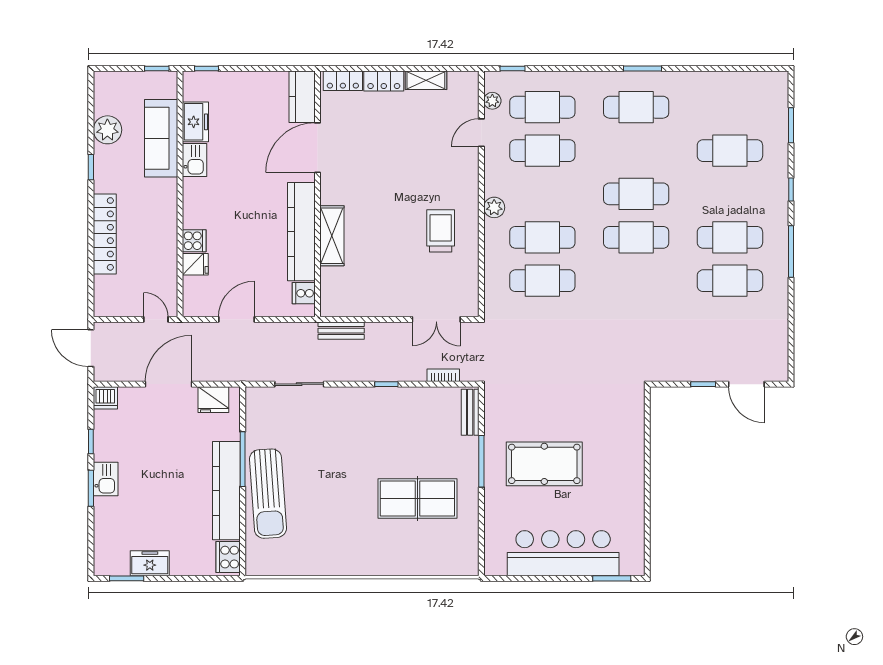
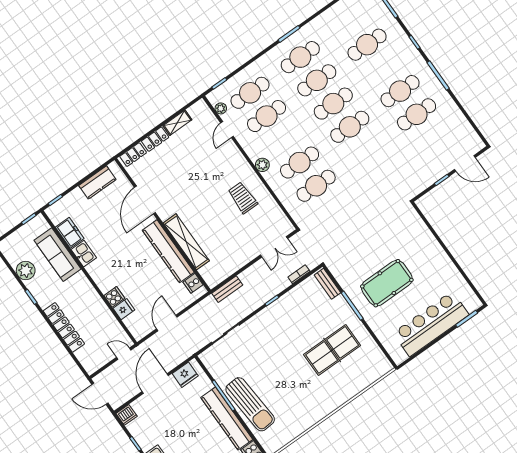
kitchen counter: (302, 97) -> (97, 182), moved, turned -90
cafe table: (636, 151) -> (317, 80), added
shelving: (332, 236) -> (186, 242), width x1.47

